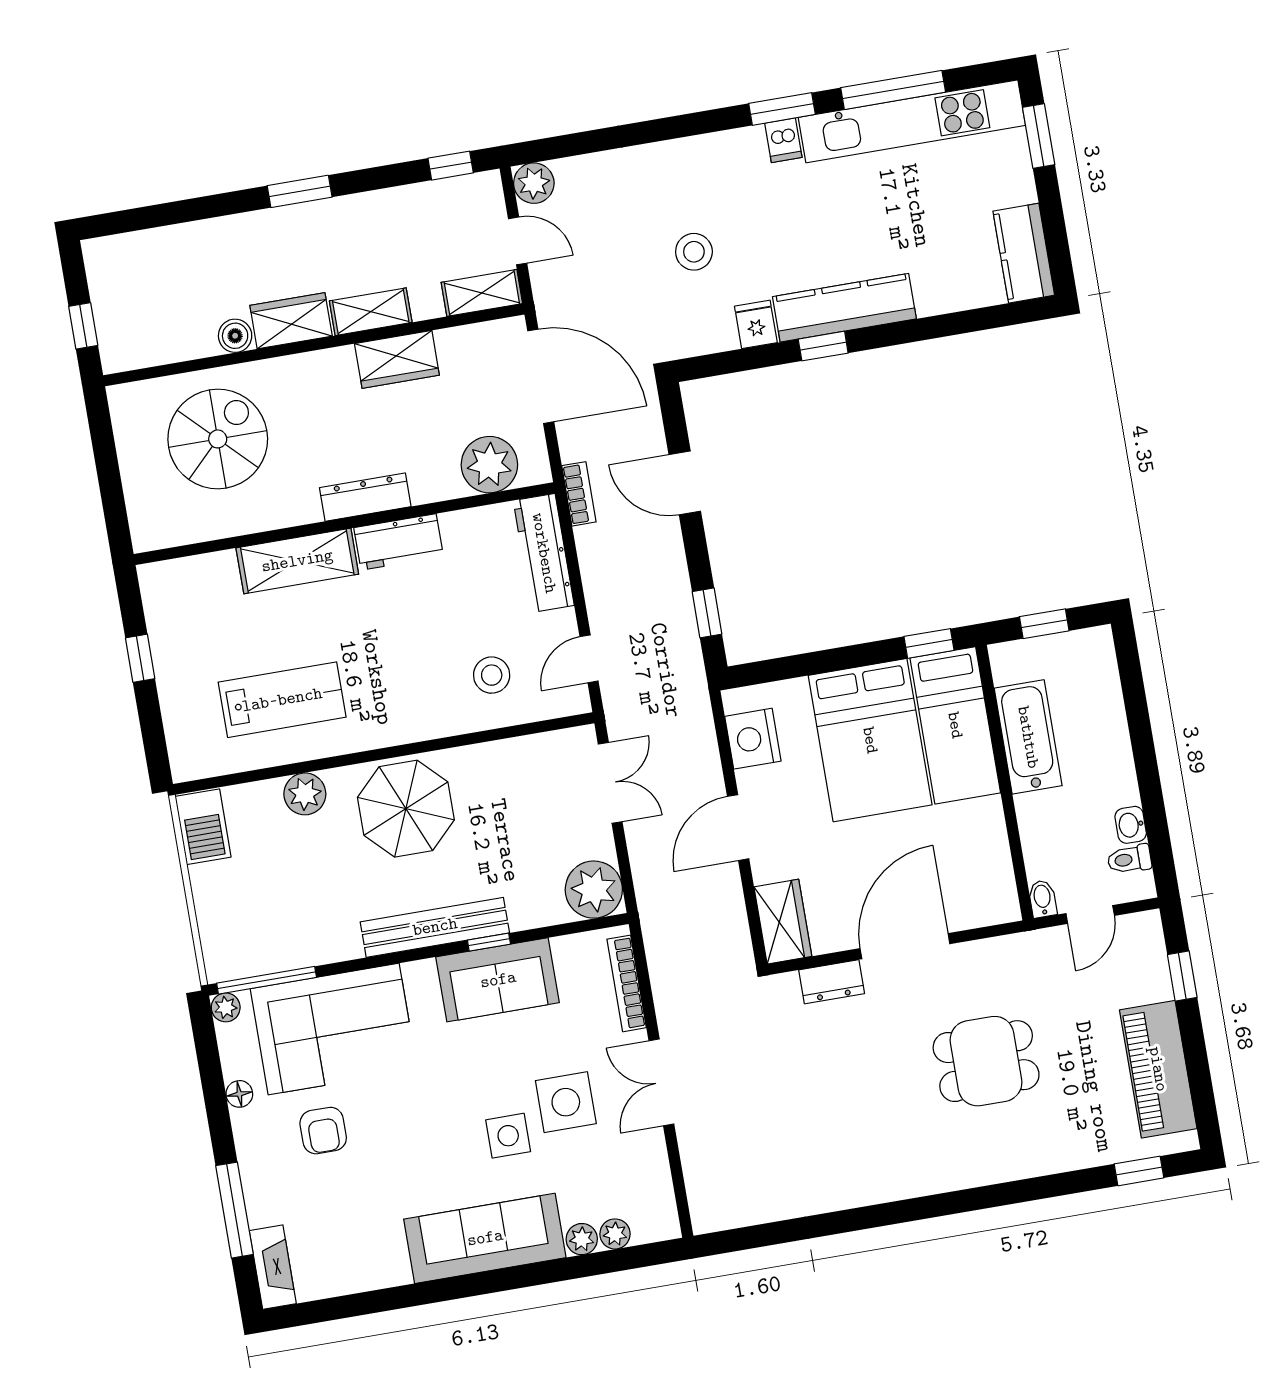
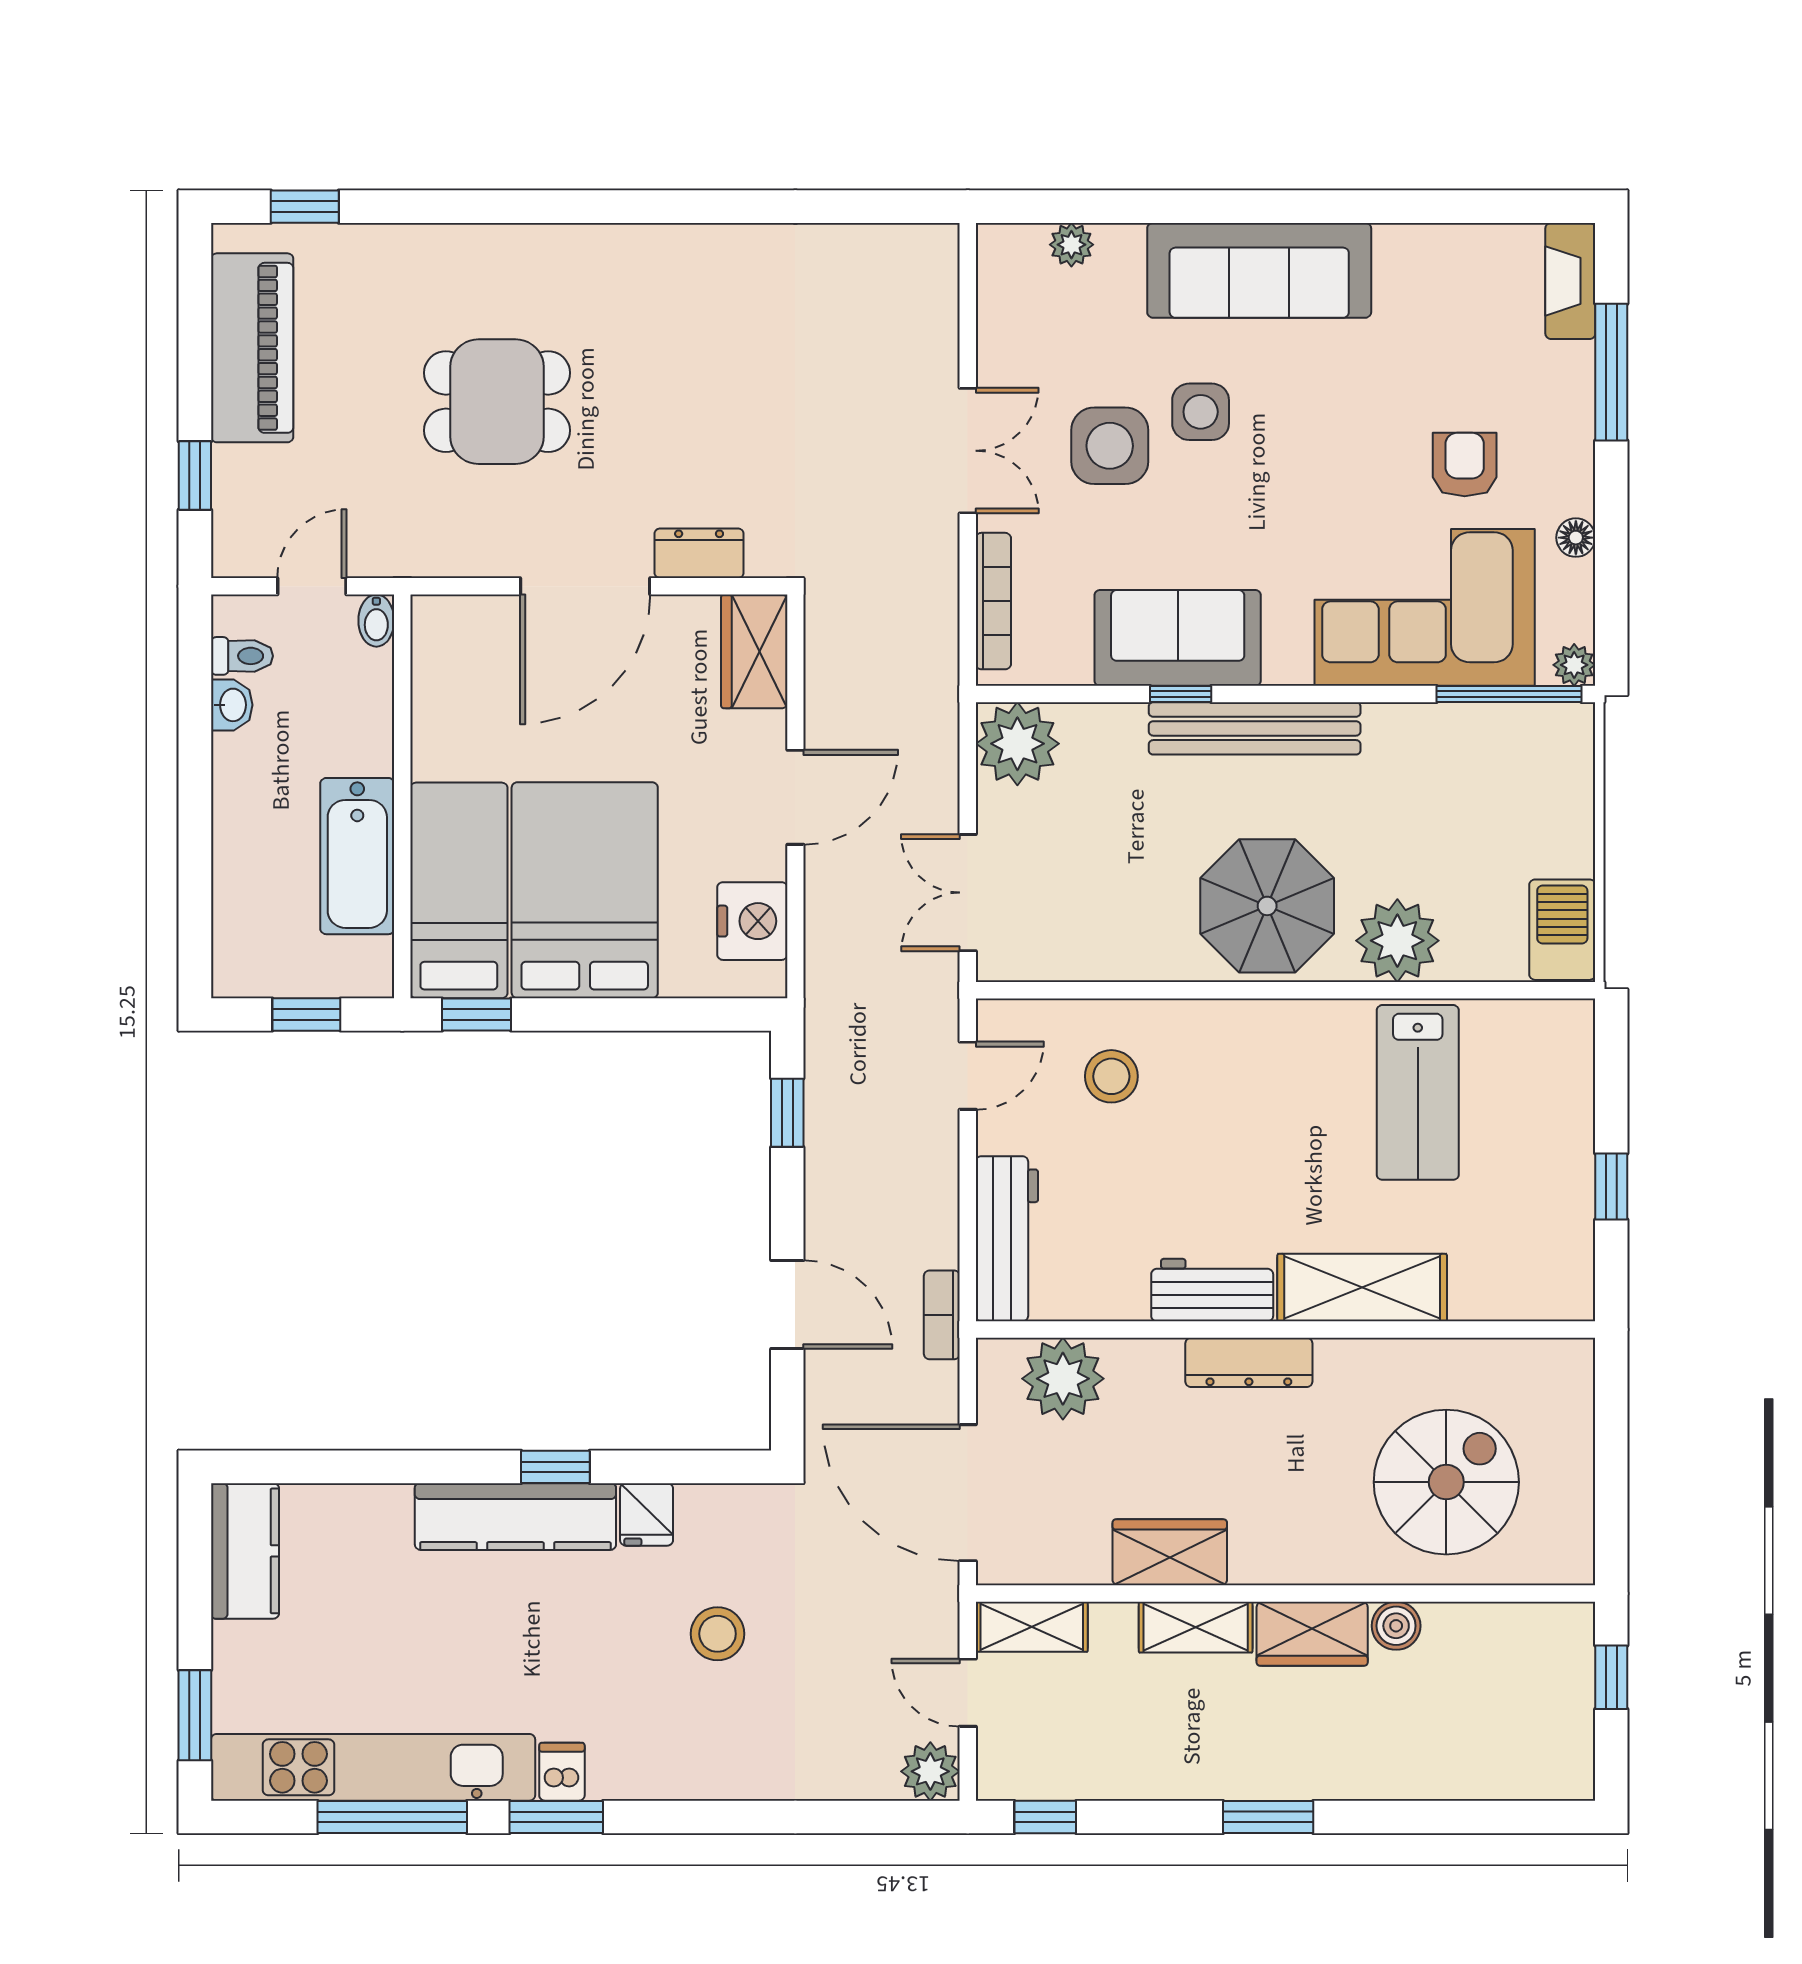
spiral stairs: (218, 439) -> (1446, 1482), turned 180
lab bench: (282, 700) -> (1418, 1092), turned -90
plant: (305, 794) -> (1397, 941), width x1.36, depth x1.36
plant: (582, 1239) -> (1120, 245), removed

